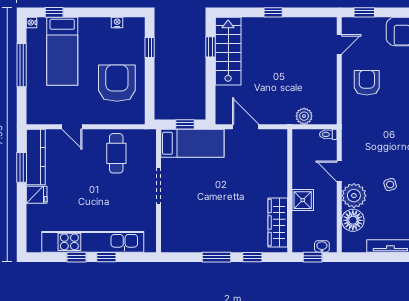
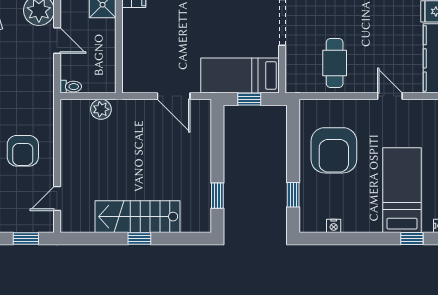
stairs: (228, 51) -> (138, 217), moved, turned 90

